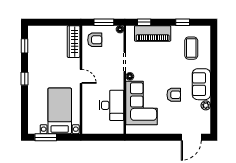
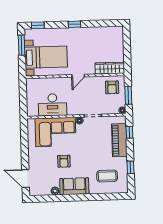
window: (25, 46) -> (38, 25), moved

